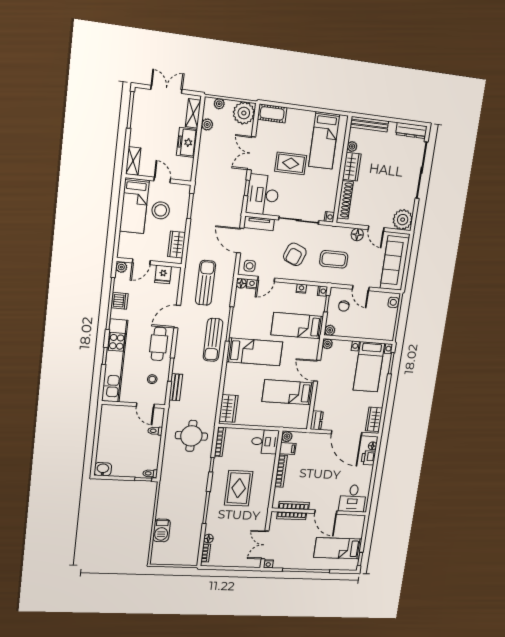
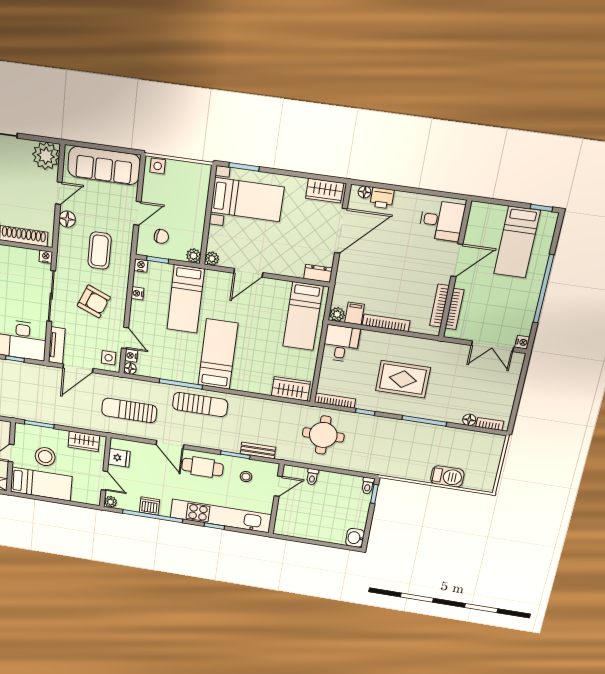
bed: (288, 392) -> (303, 316), moved

